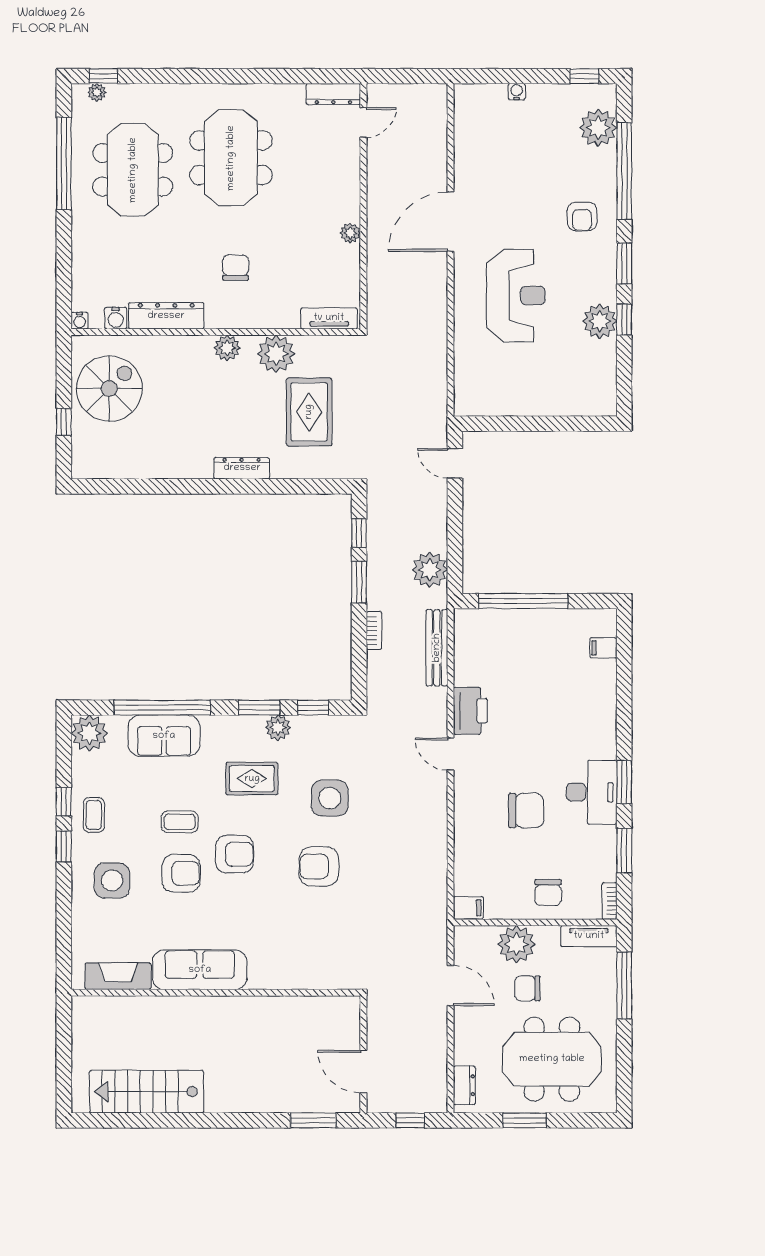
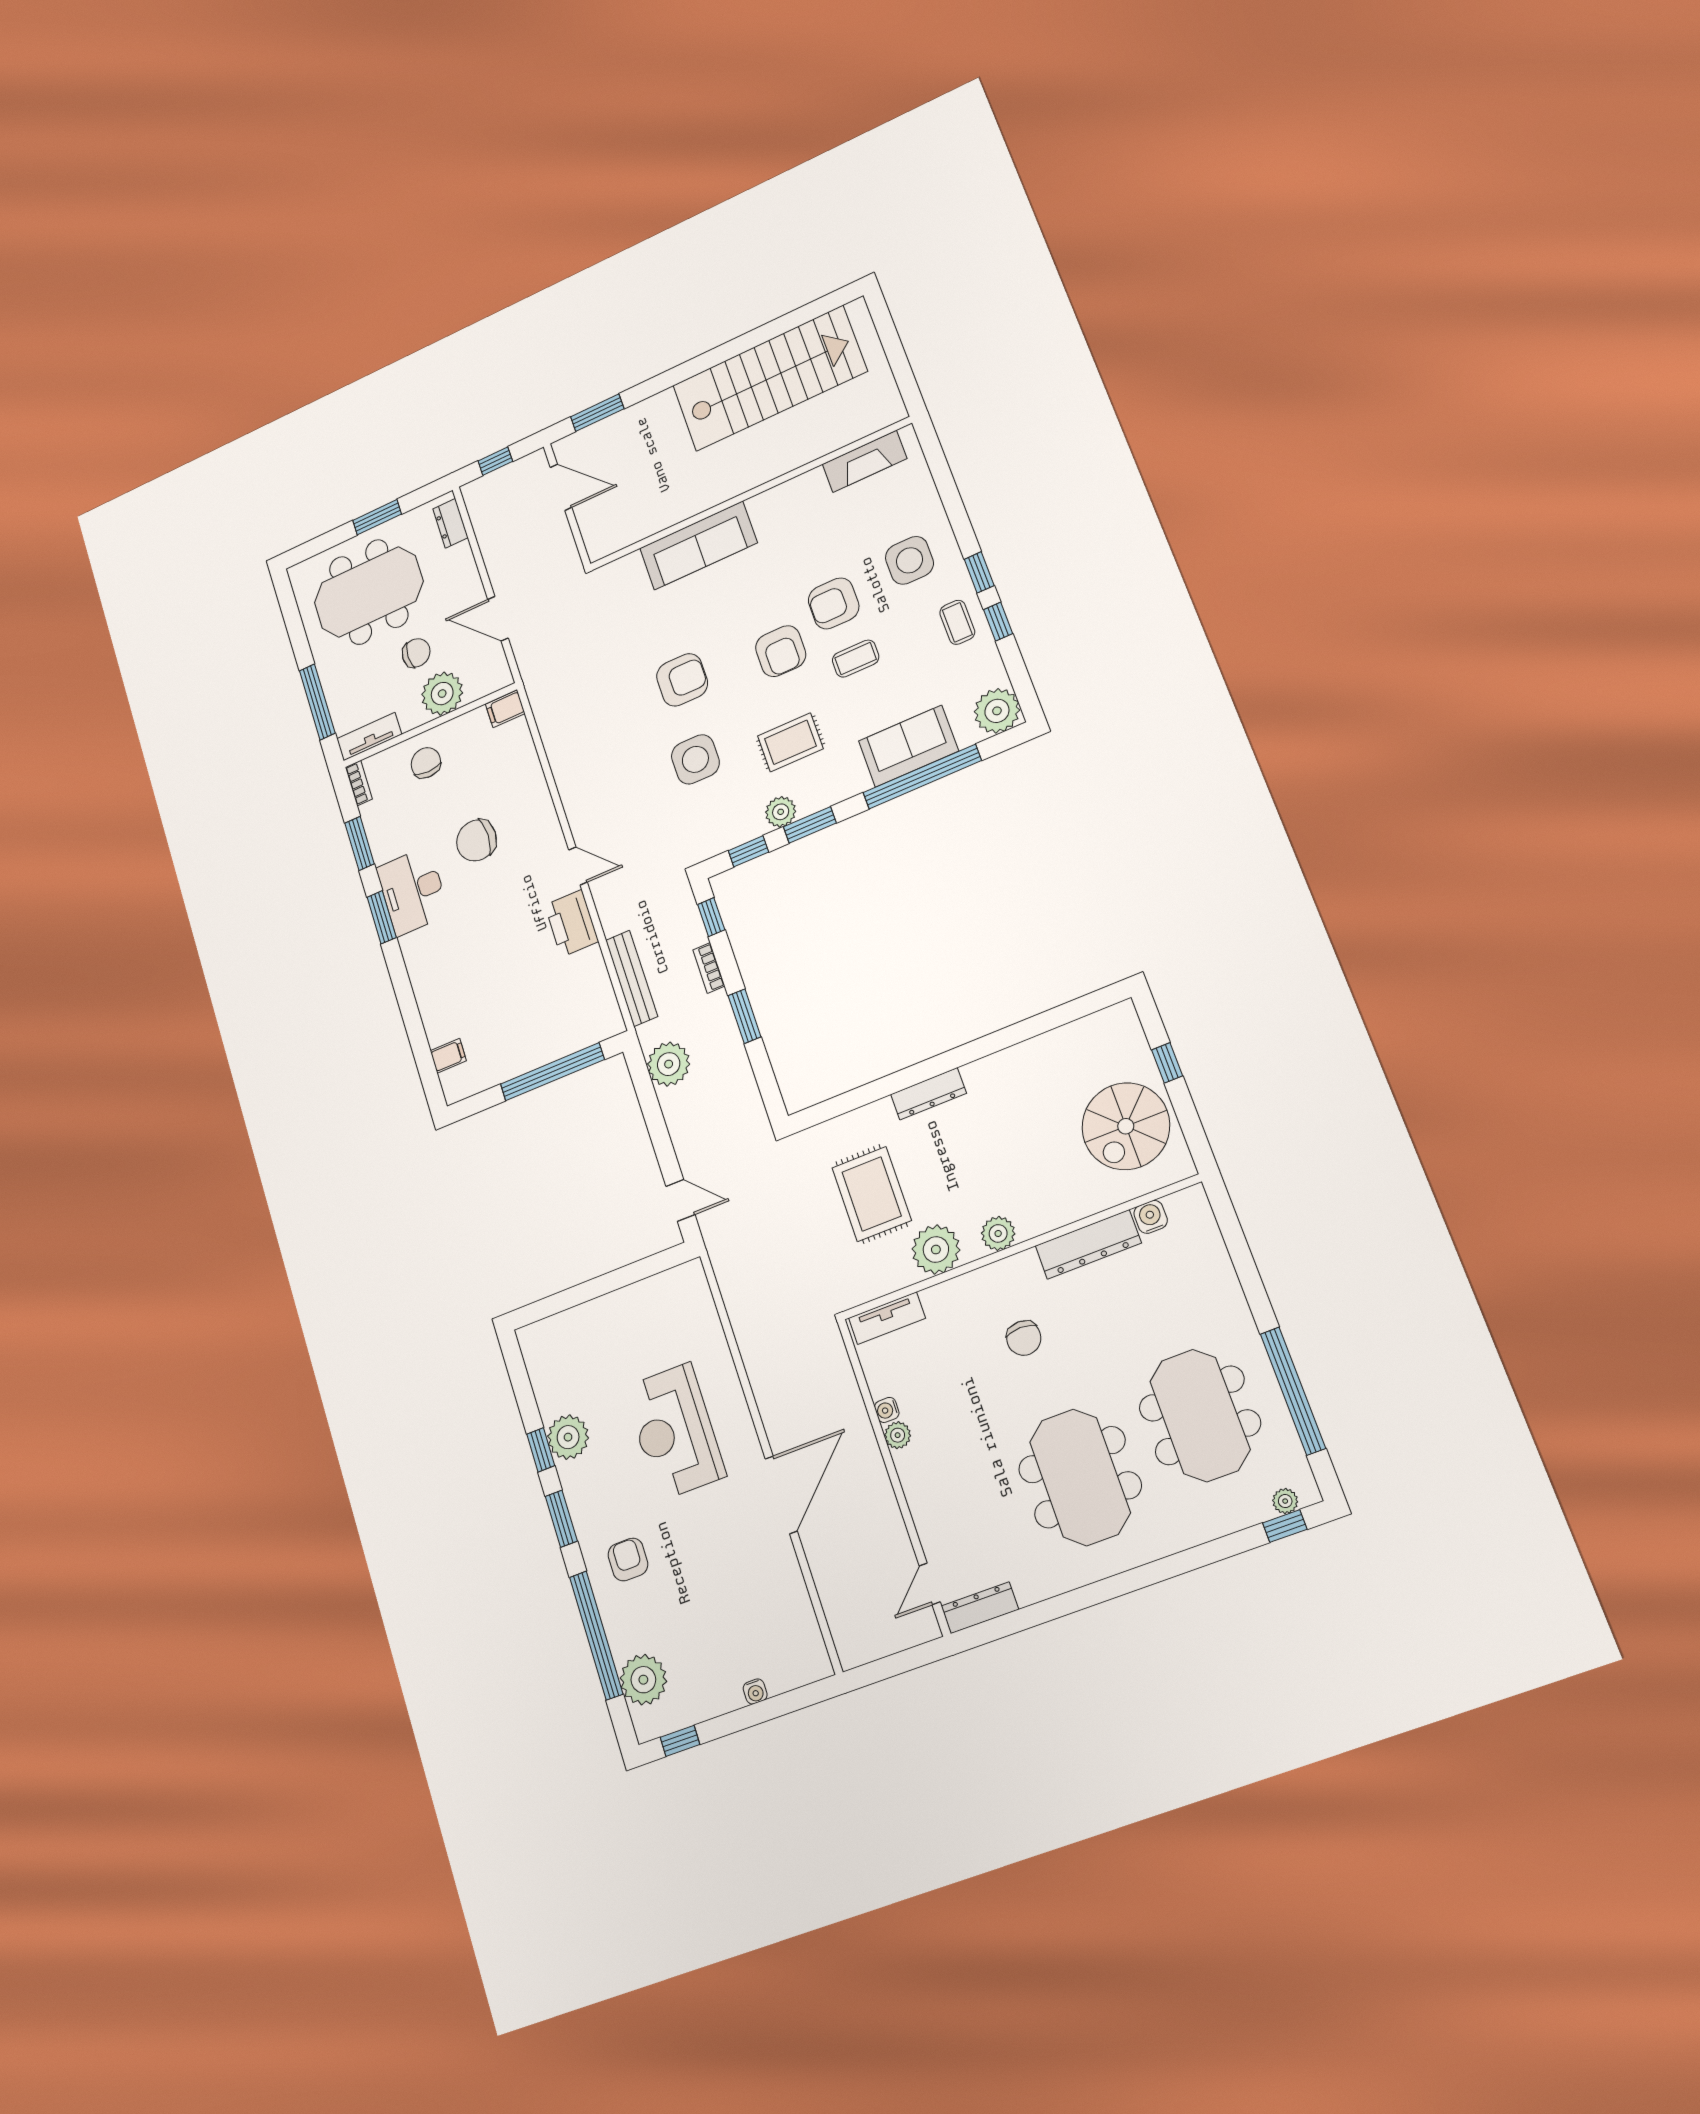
water cooler: (80, 321) -> (887, 1410), moved, turned -90
window: (359, 533) -> (711, 917), moved
armchair: (235, 854) -> (781, 651), turned -90
sofa: (200, 970) -> (698, 546), moved
stairs: (147, 1092) -> (769, 378), width x1.36, depth x1.51

